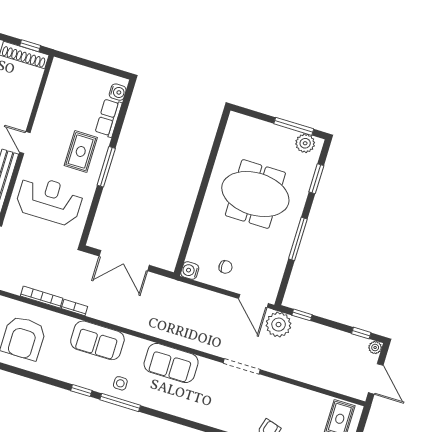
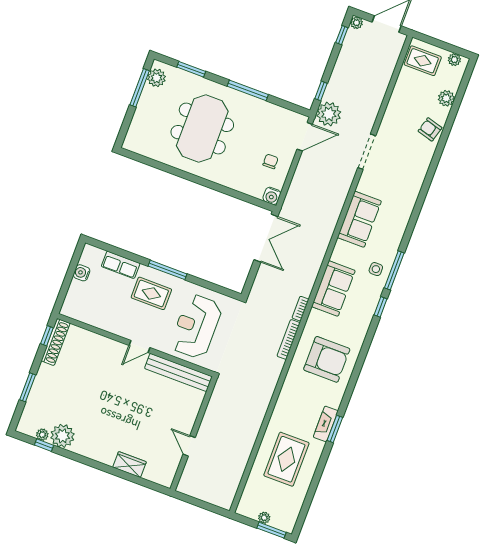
water cooler: (118, 92) -> (82, 273), moved, turned -90
double door: (124, 261) -> (266, 238), moved

